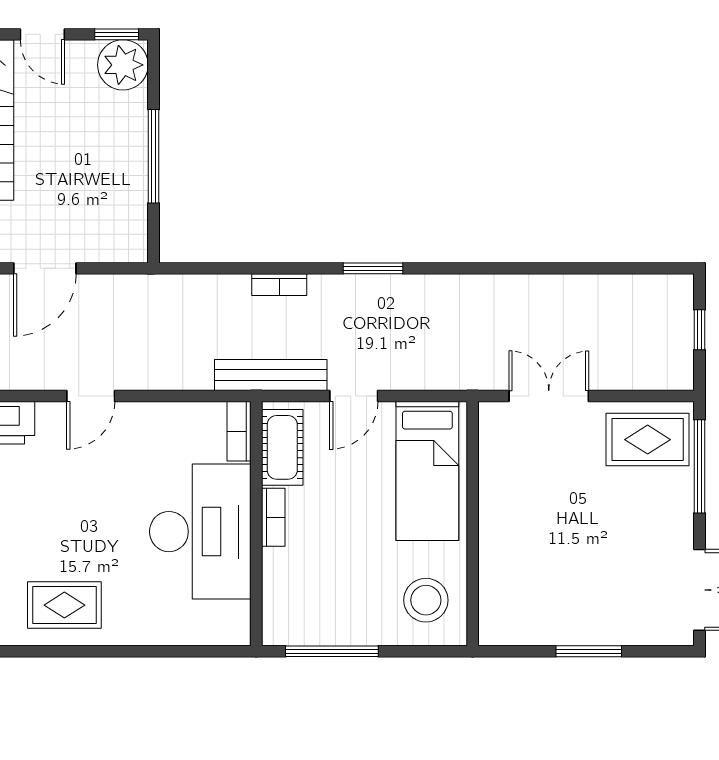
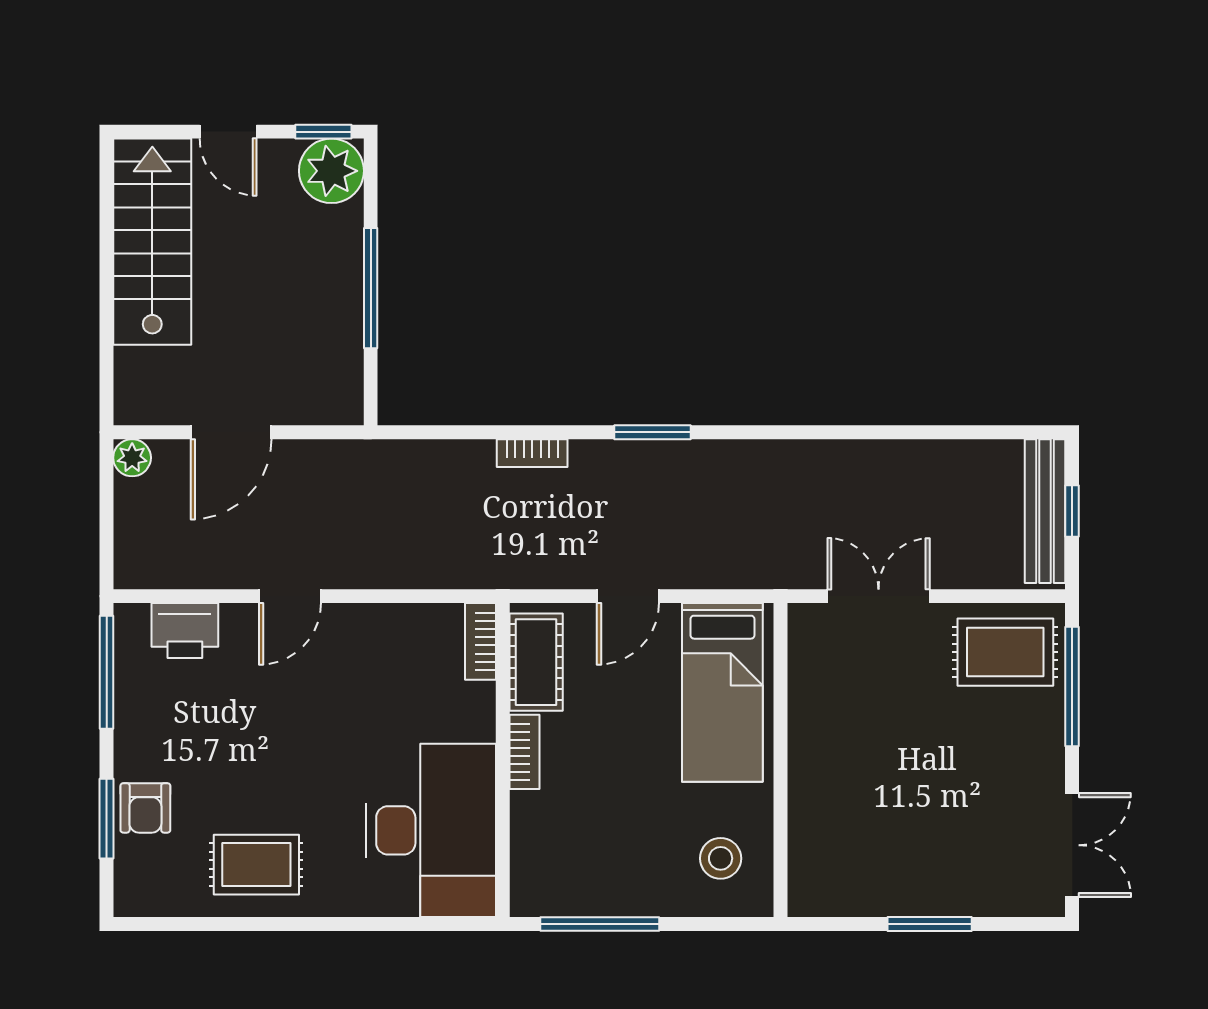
bench: (271, 375) -> (1045, 511), moved, turned 90
desk: (200, 532) -> (431, 830), moved
stool: (426, 600) -> (721, 858), width x0.73, depth x0.73

